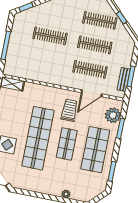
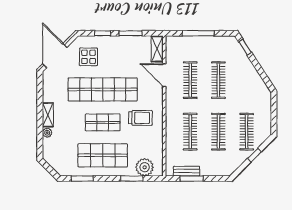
clothes rail: (45, 60) -> (190, 80), added
door: (92, 93) -> (164, 75), moved
shelving: (51, 190) -> (48, 115), added

